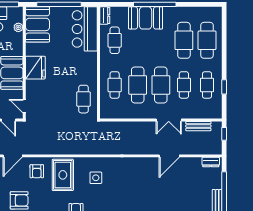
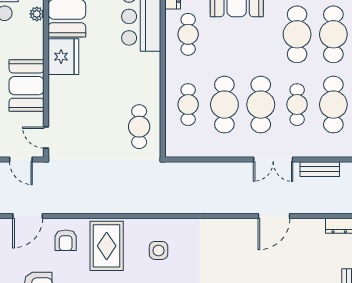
fridge: (35, 68) -> (63, 57), moved
cafe table: (207, 85) -> (333, 105), width x1.37, depth x1.35

